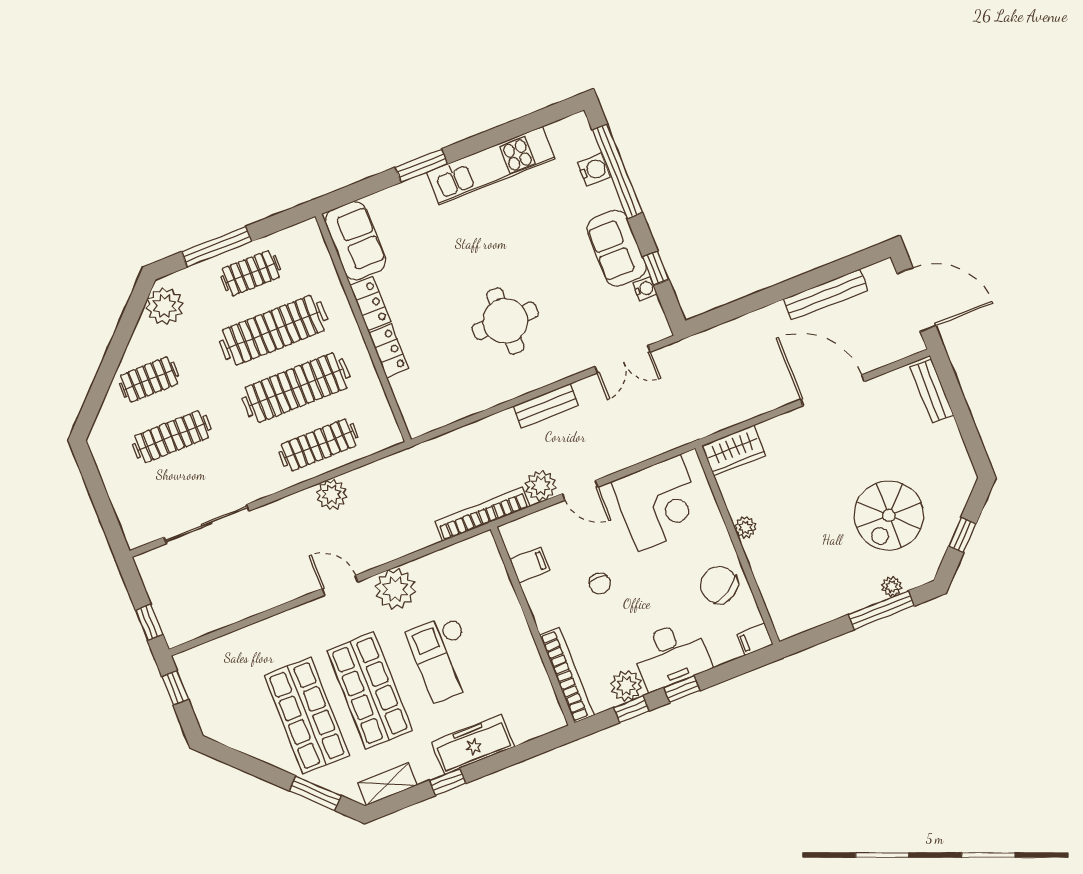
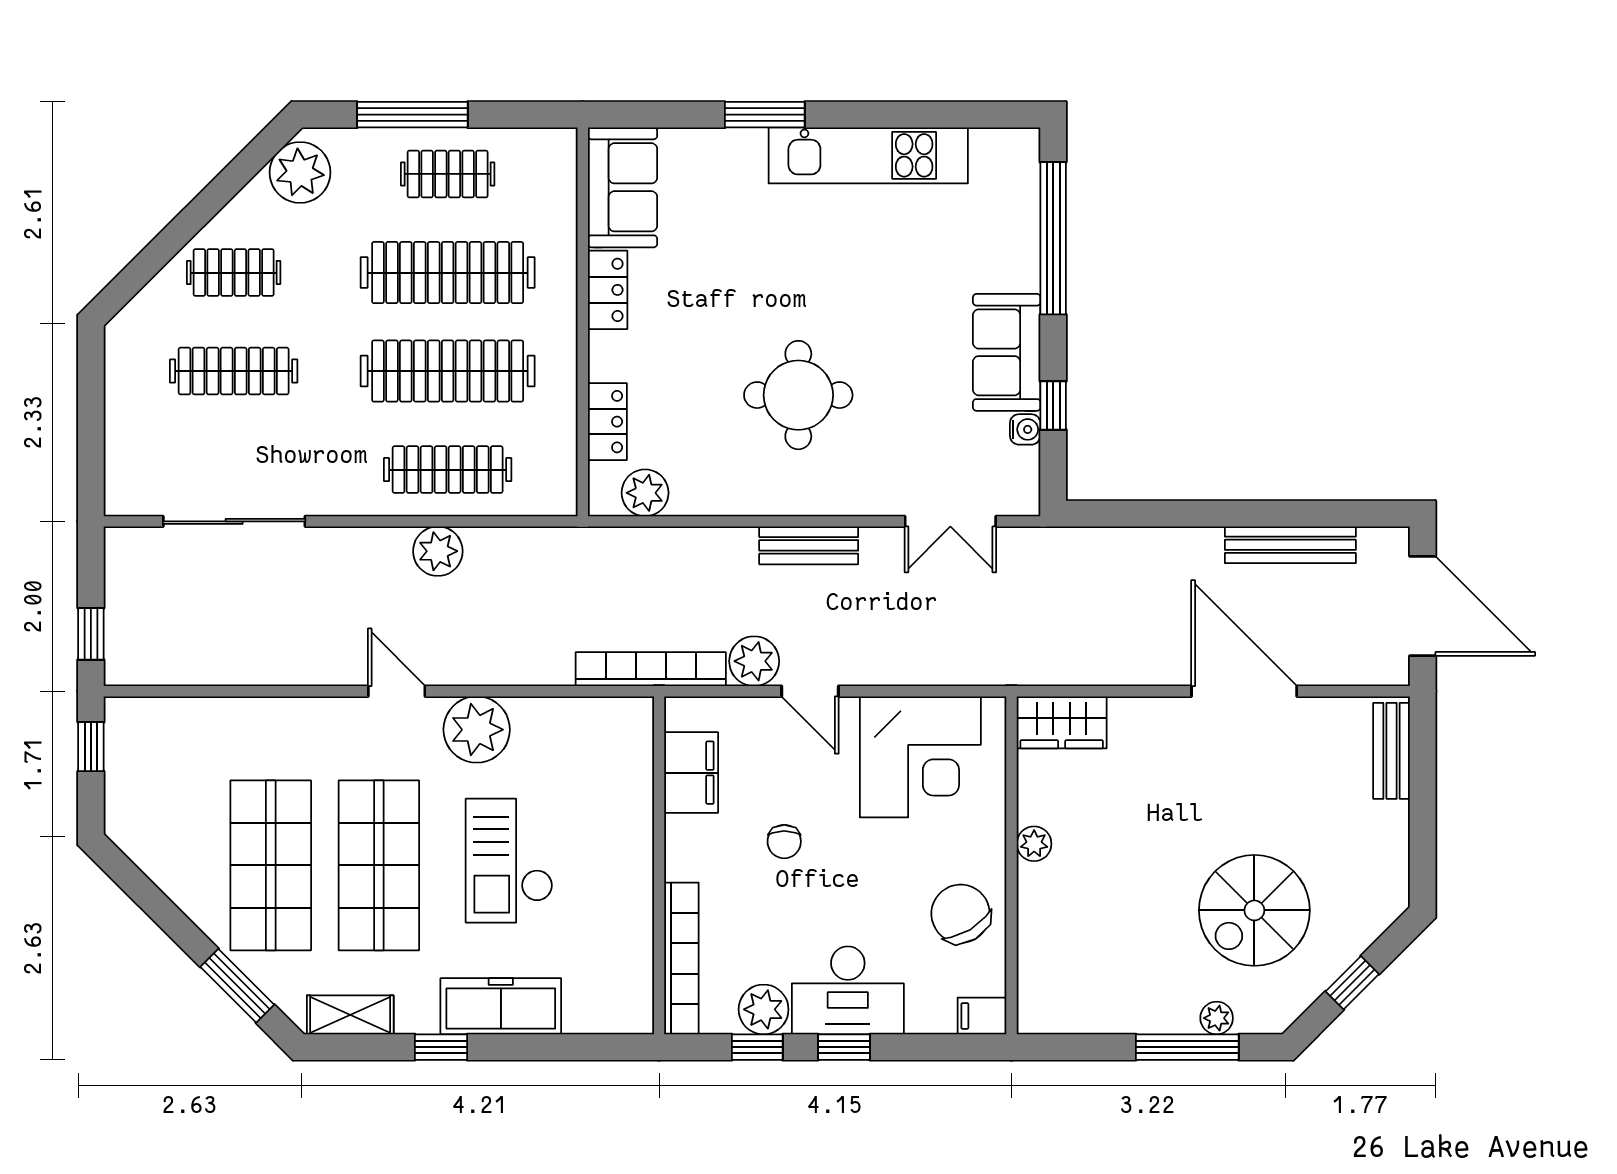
water cooler: (594, 170) -> (1019, 222), removed
locker: (389, 351) -> (607, 422), moved
plant: (439, 413) -> (645, 493), added
filing cabinet: (530, 565) -> (691, 773), width x2.00

